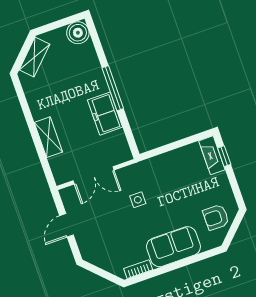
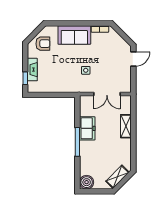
fireplace: (212, 155) -> (32, 70), moved
double door: (94, 175) -> (107, 94), swing flipped
door: (67, 225) -> (133, 59), moved

